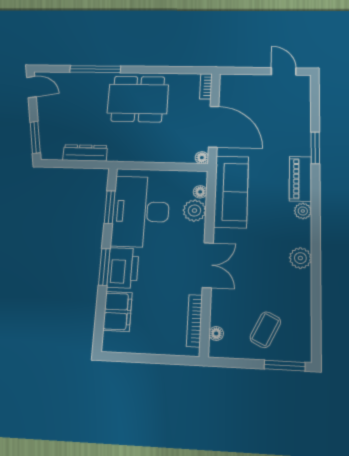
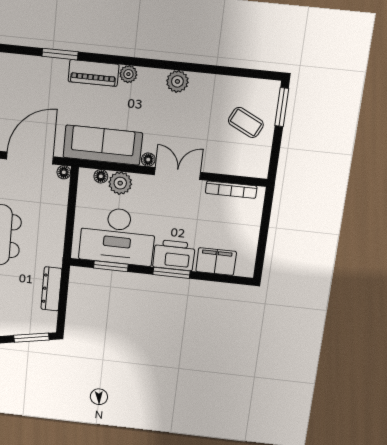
floor lamp: (216, 333) -> (148, 160), moved

